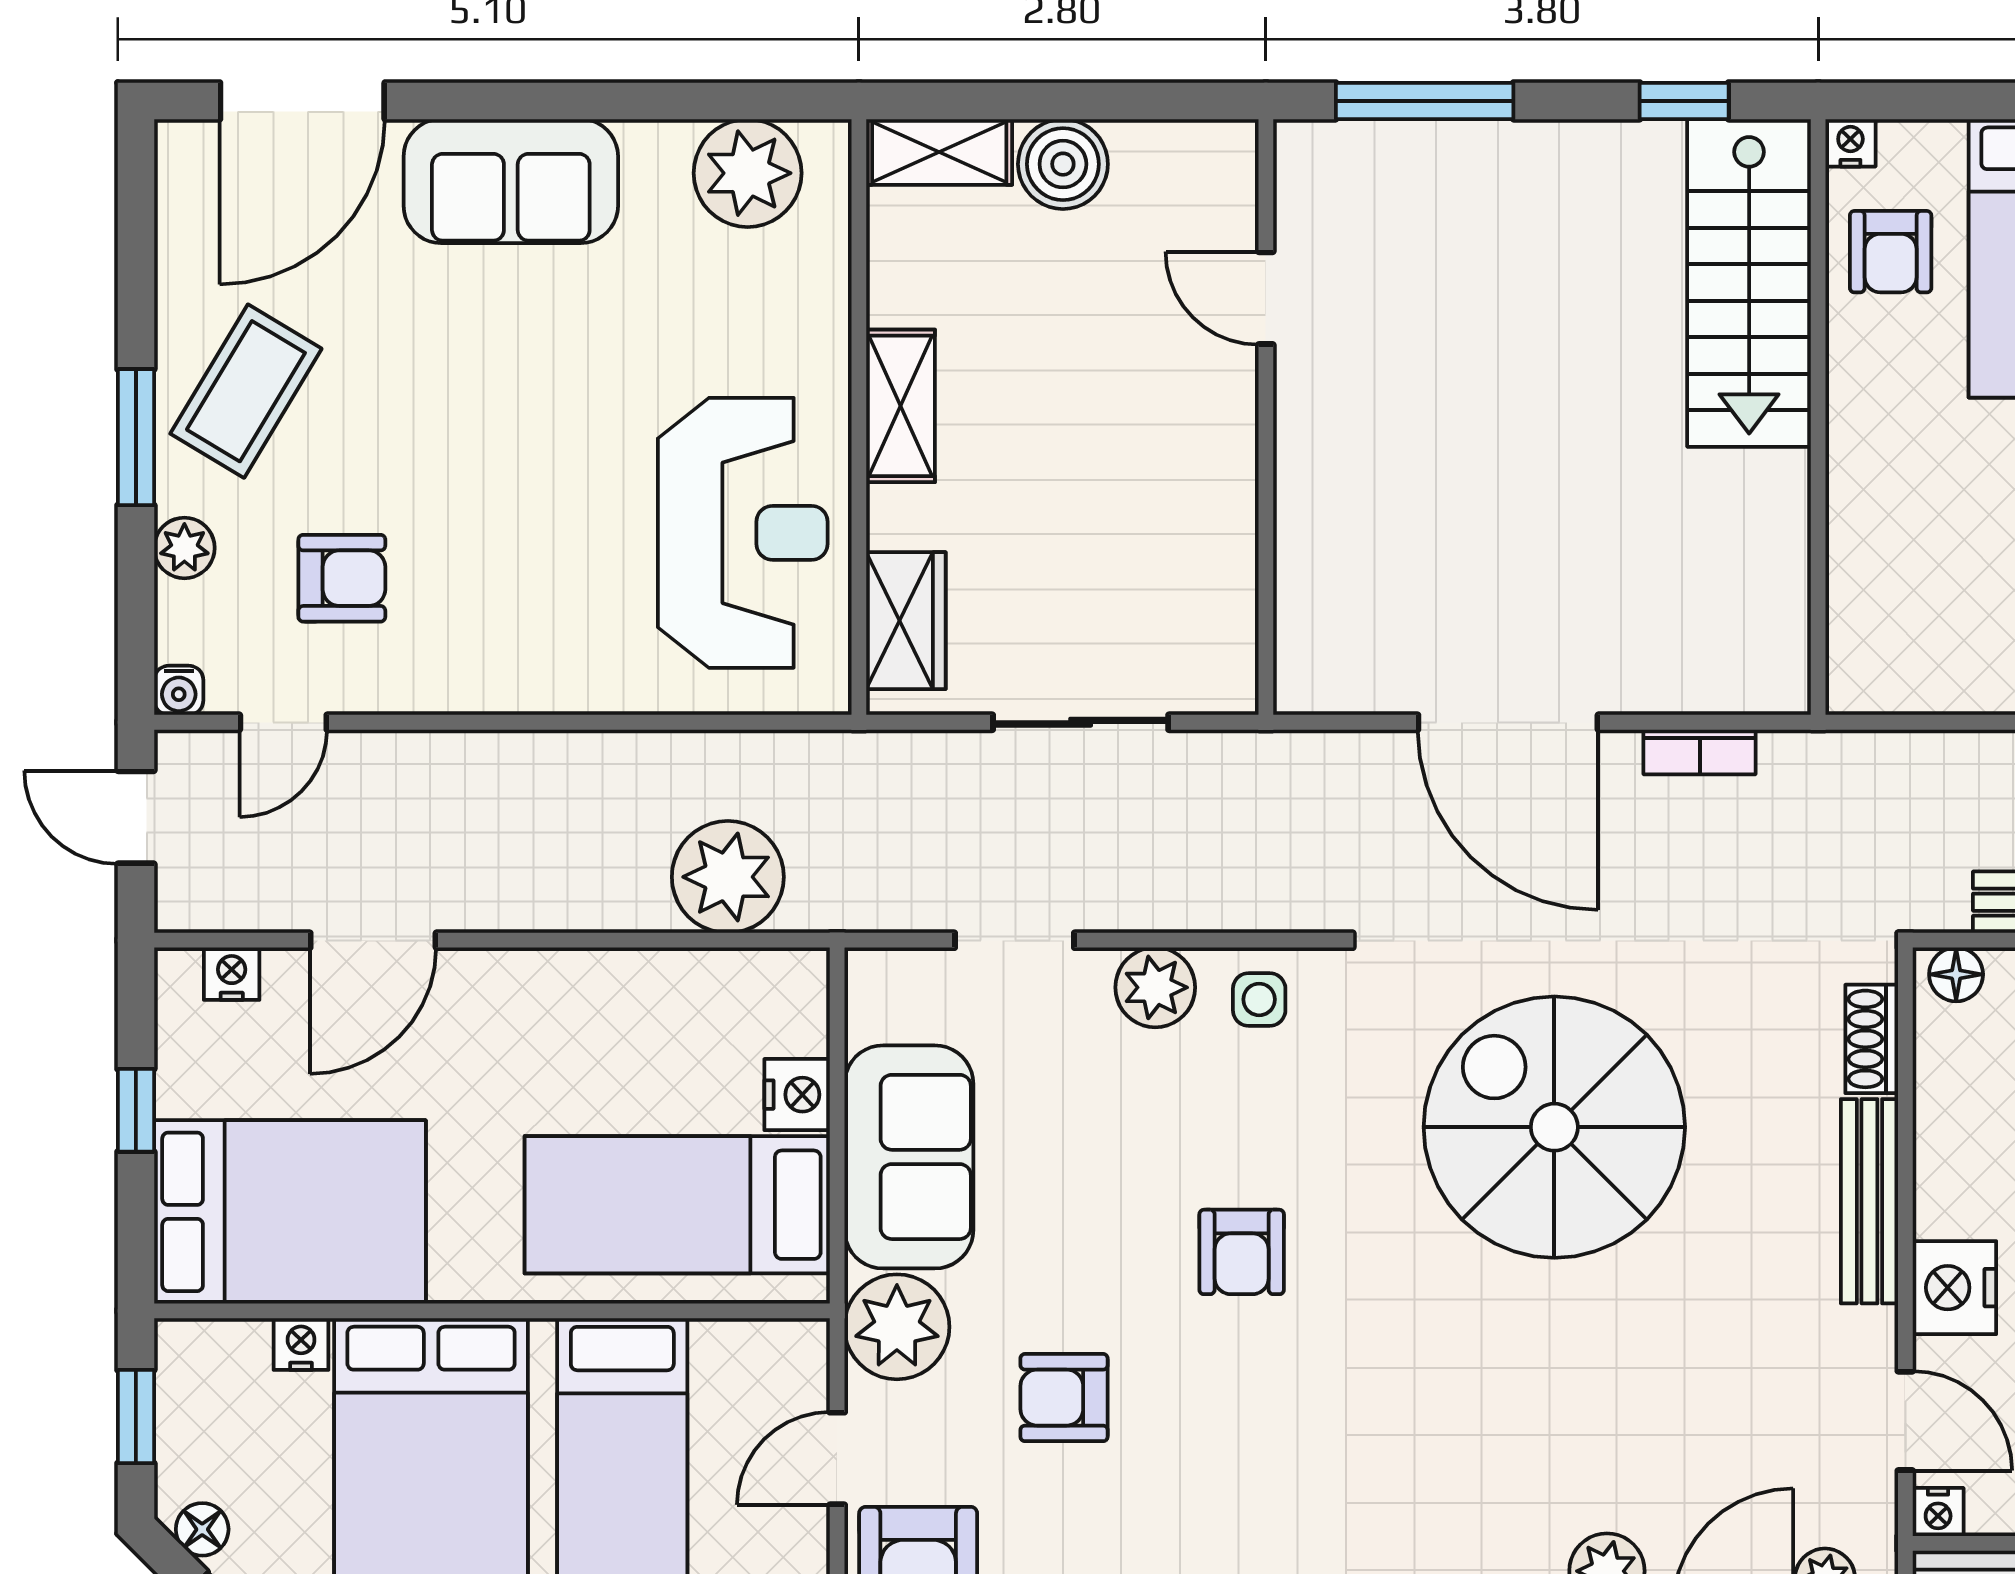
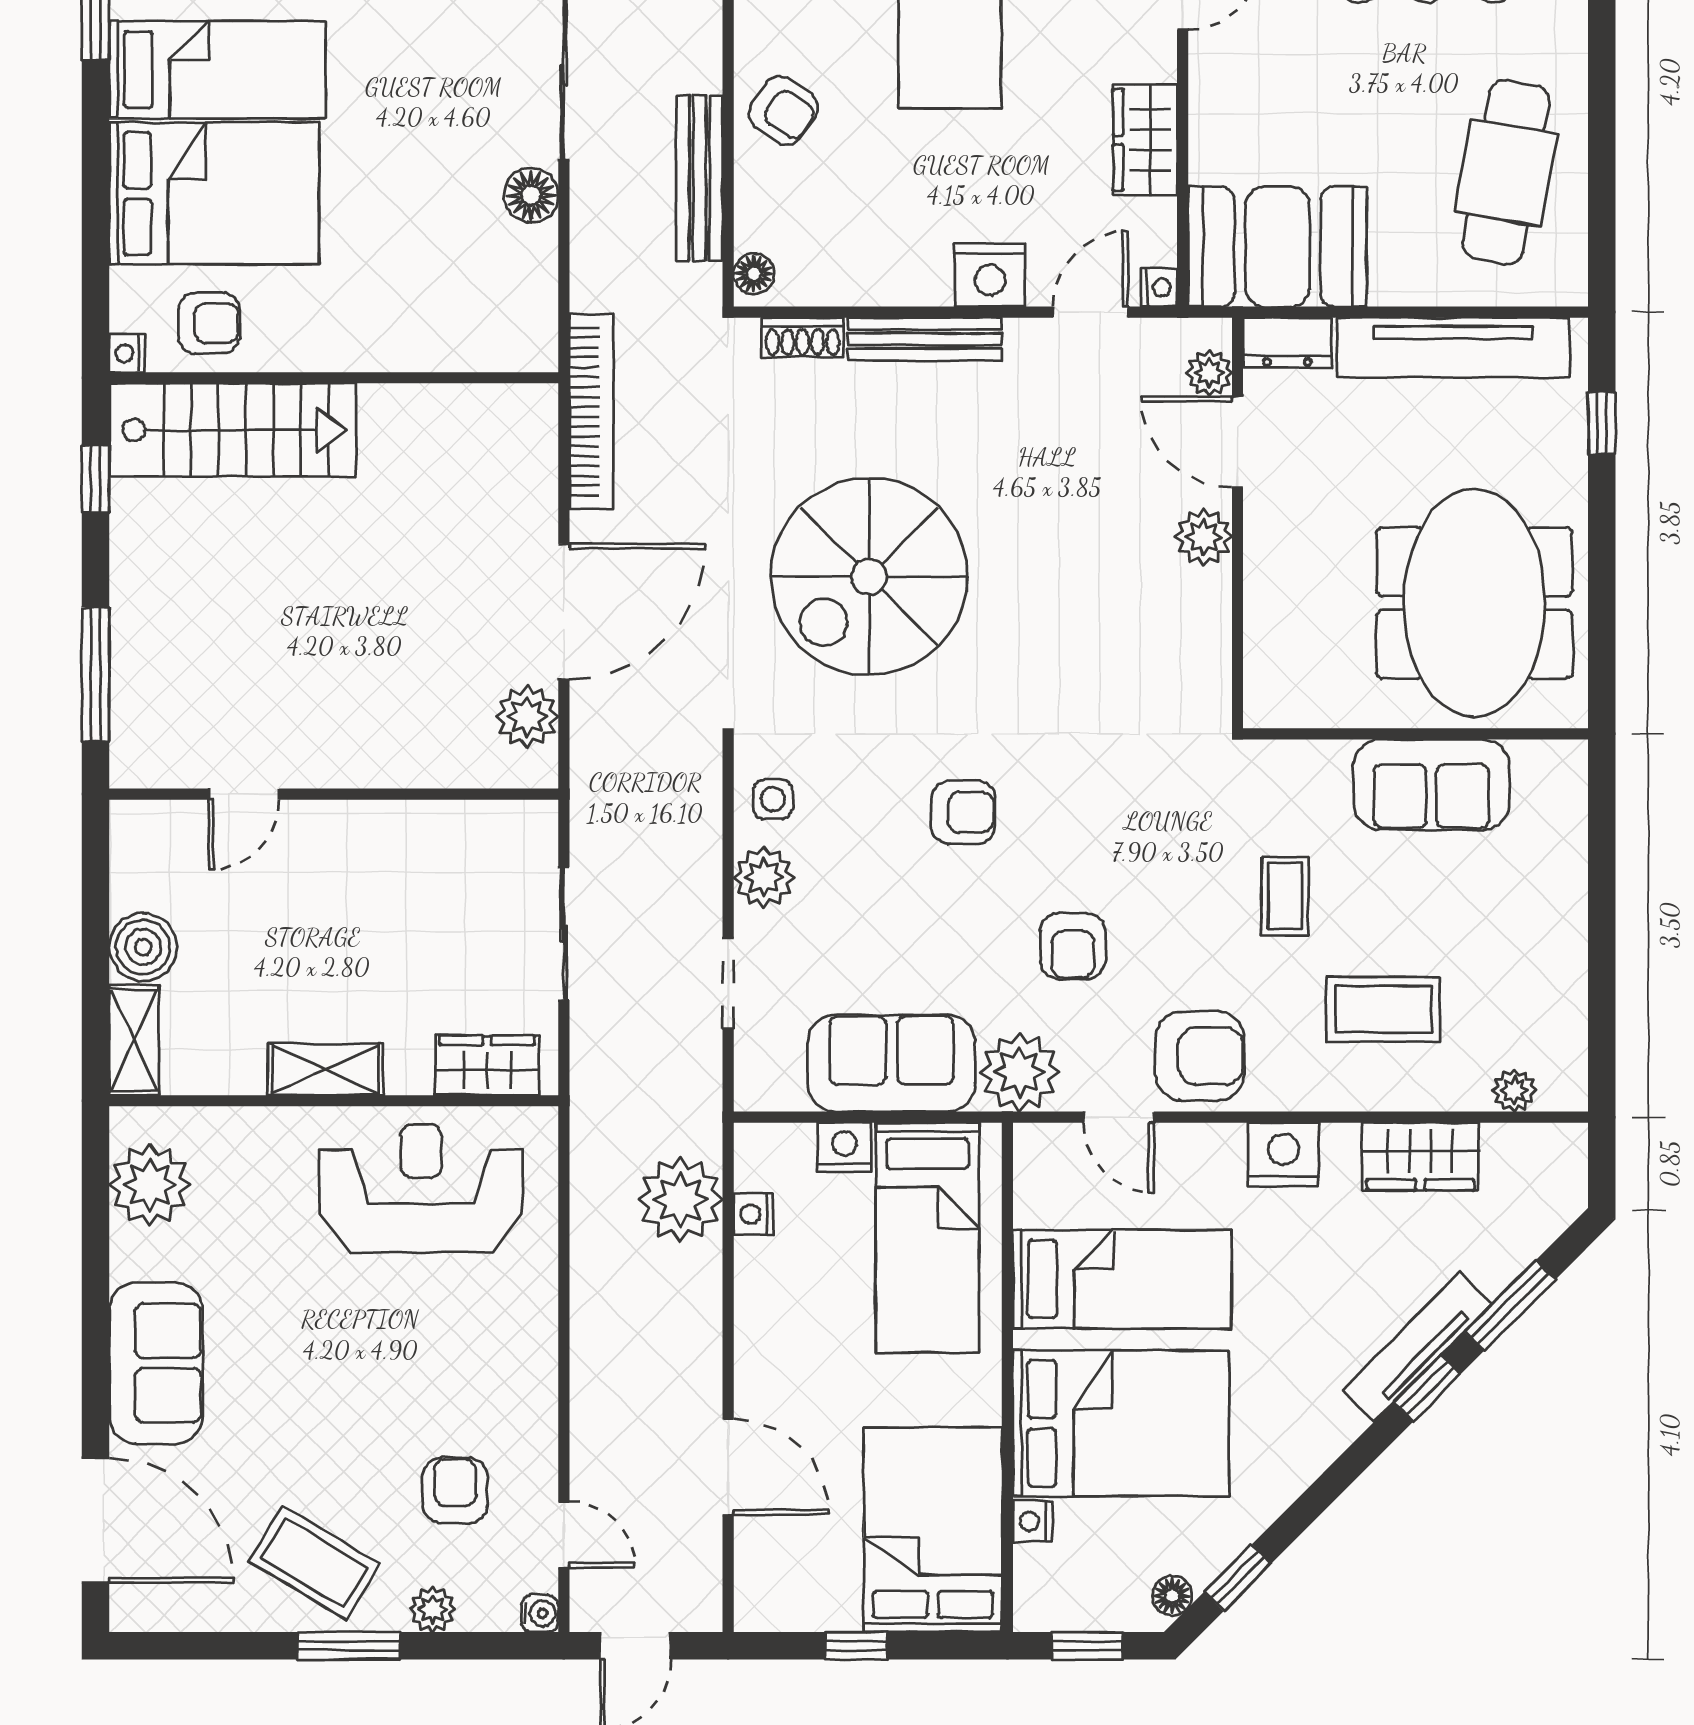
plant: (1369, 674) -> (527, 717), added
bookcase: (1700, 752) -> (591, 412), width x2.31, depth x1.31
nightstand: (232, 974) -> (753, 1214), moved

